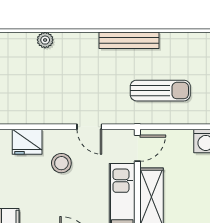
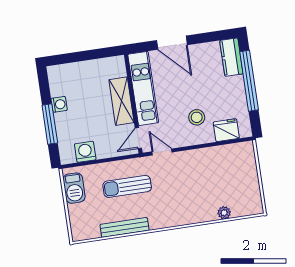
bench: (129, 40) -> (124, 227), moved
door: (89, 127) -> (162, 152), moved

